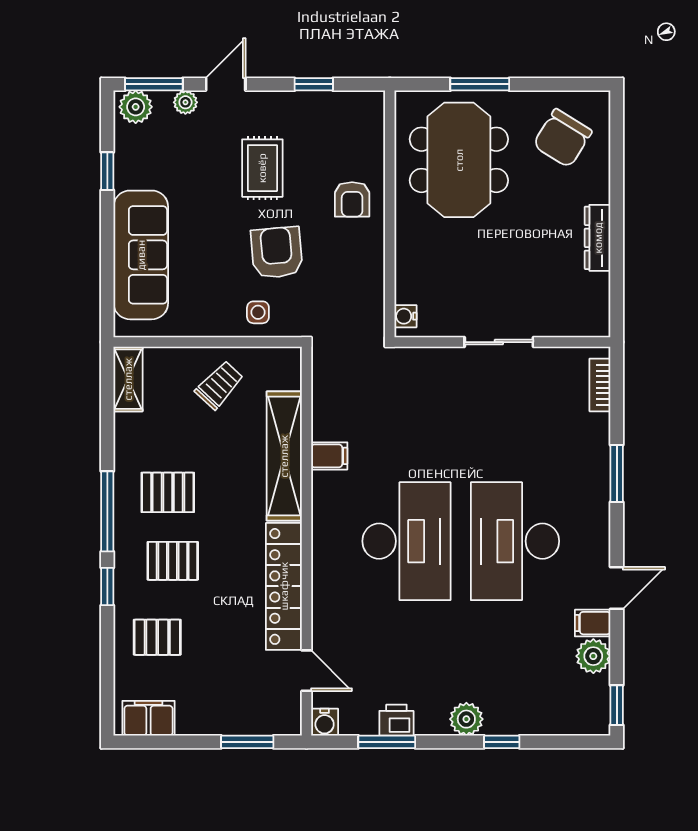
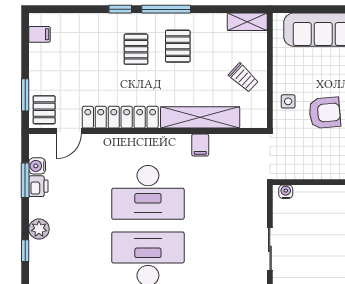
pallet: (157, 637) -> (44, 110), moved
filing cabinet: (148, 718) -> (40, 34), width x0.50
water cooler: (325, 722) -> (37, 166), moved

